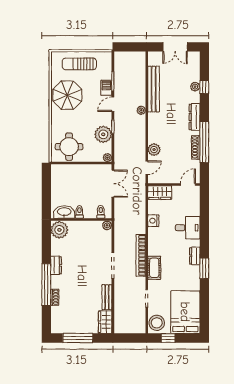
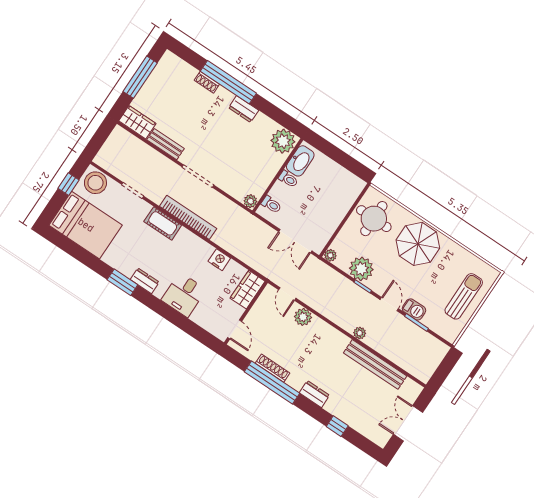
plant: (195, 87) -> (345, 416), removed
parasol: (67, 95) -> (418, 244), moved
dresser: (194, 117) -> (314, 394), width x0.70

